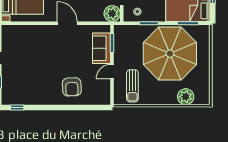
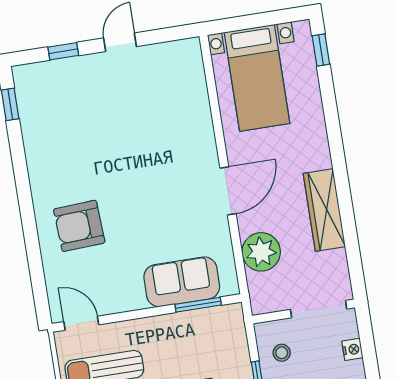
plant: (112, 14) -> (261, 252), moved
door: (112, 72) -> (81, 323), moved

